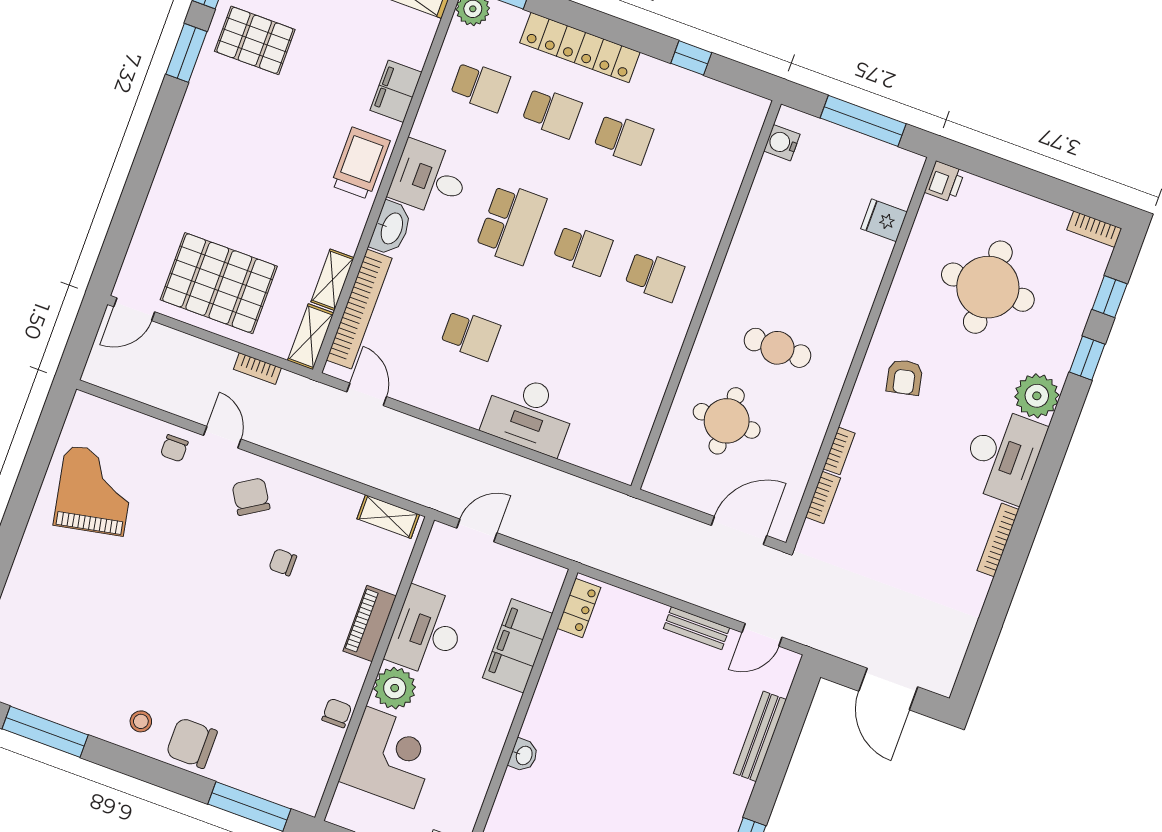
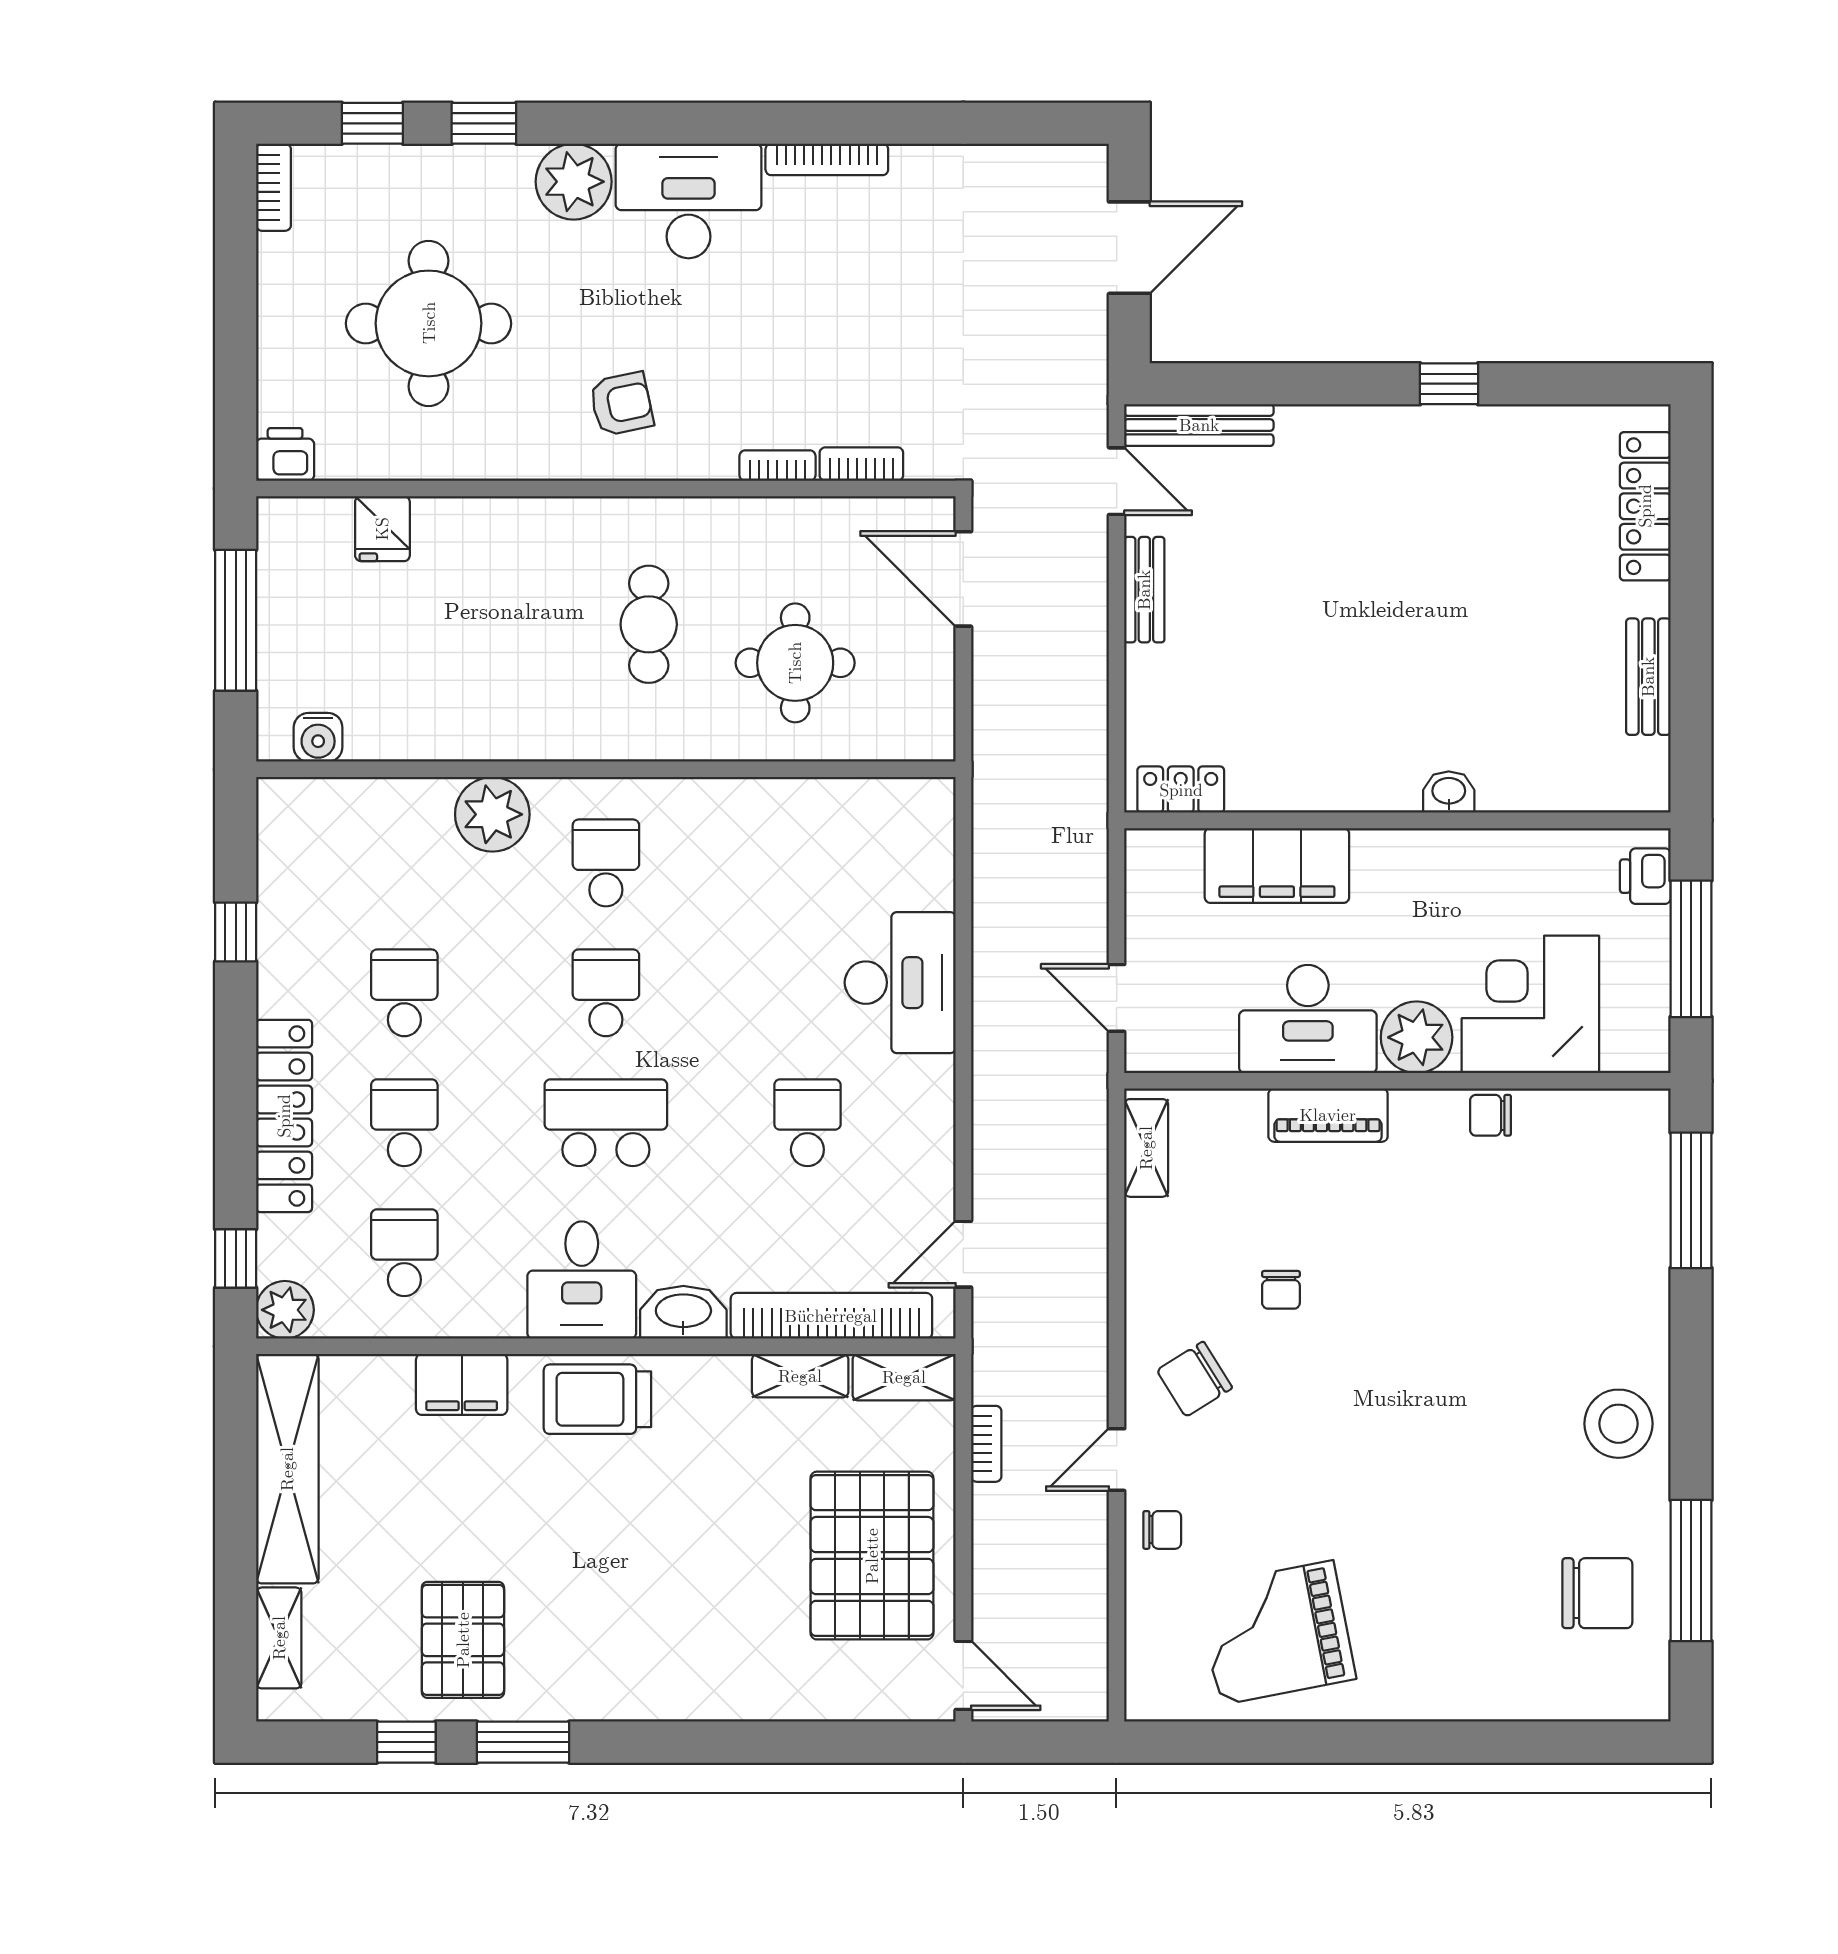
plant: (704, 223) -> (492, 814), added
stool: (141, 721) -> (1618, 1424), width x1.89, depth x1.89
bench: (760, 736) -> (1199, 425), moved
chair: (192, 743) -> (1597, 1593), moved, turned -90

